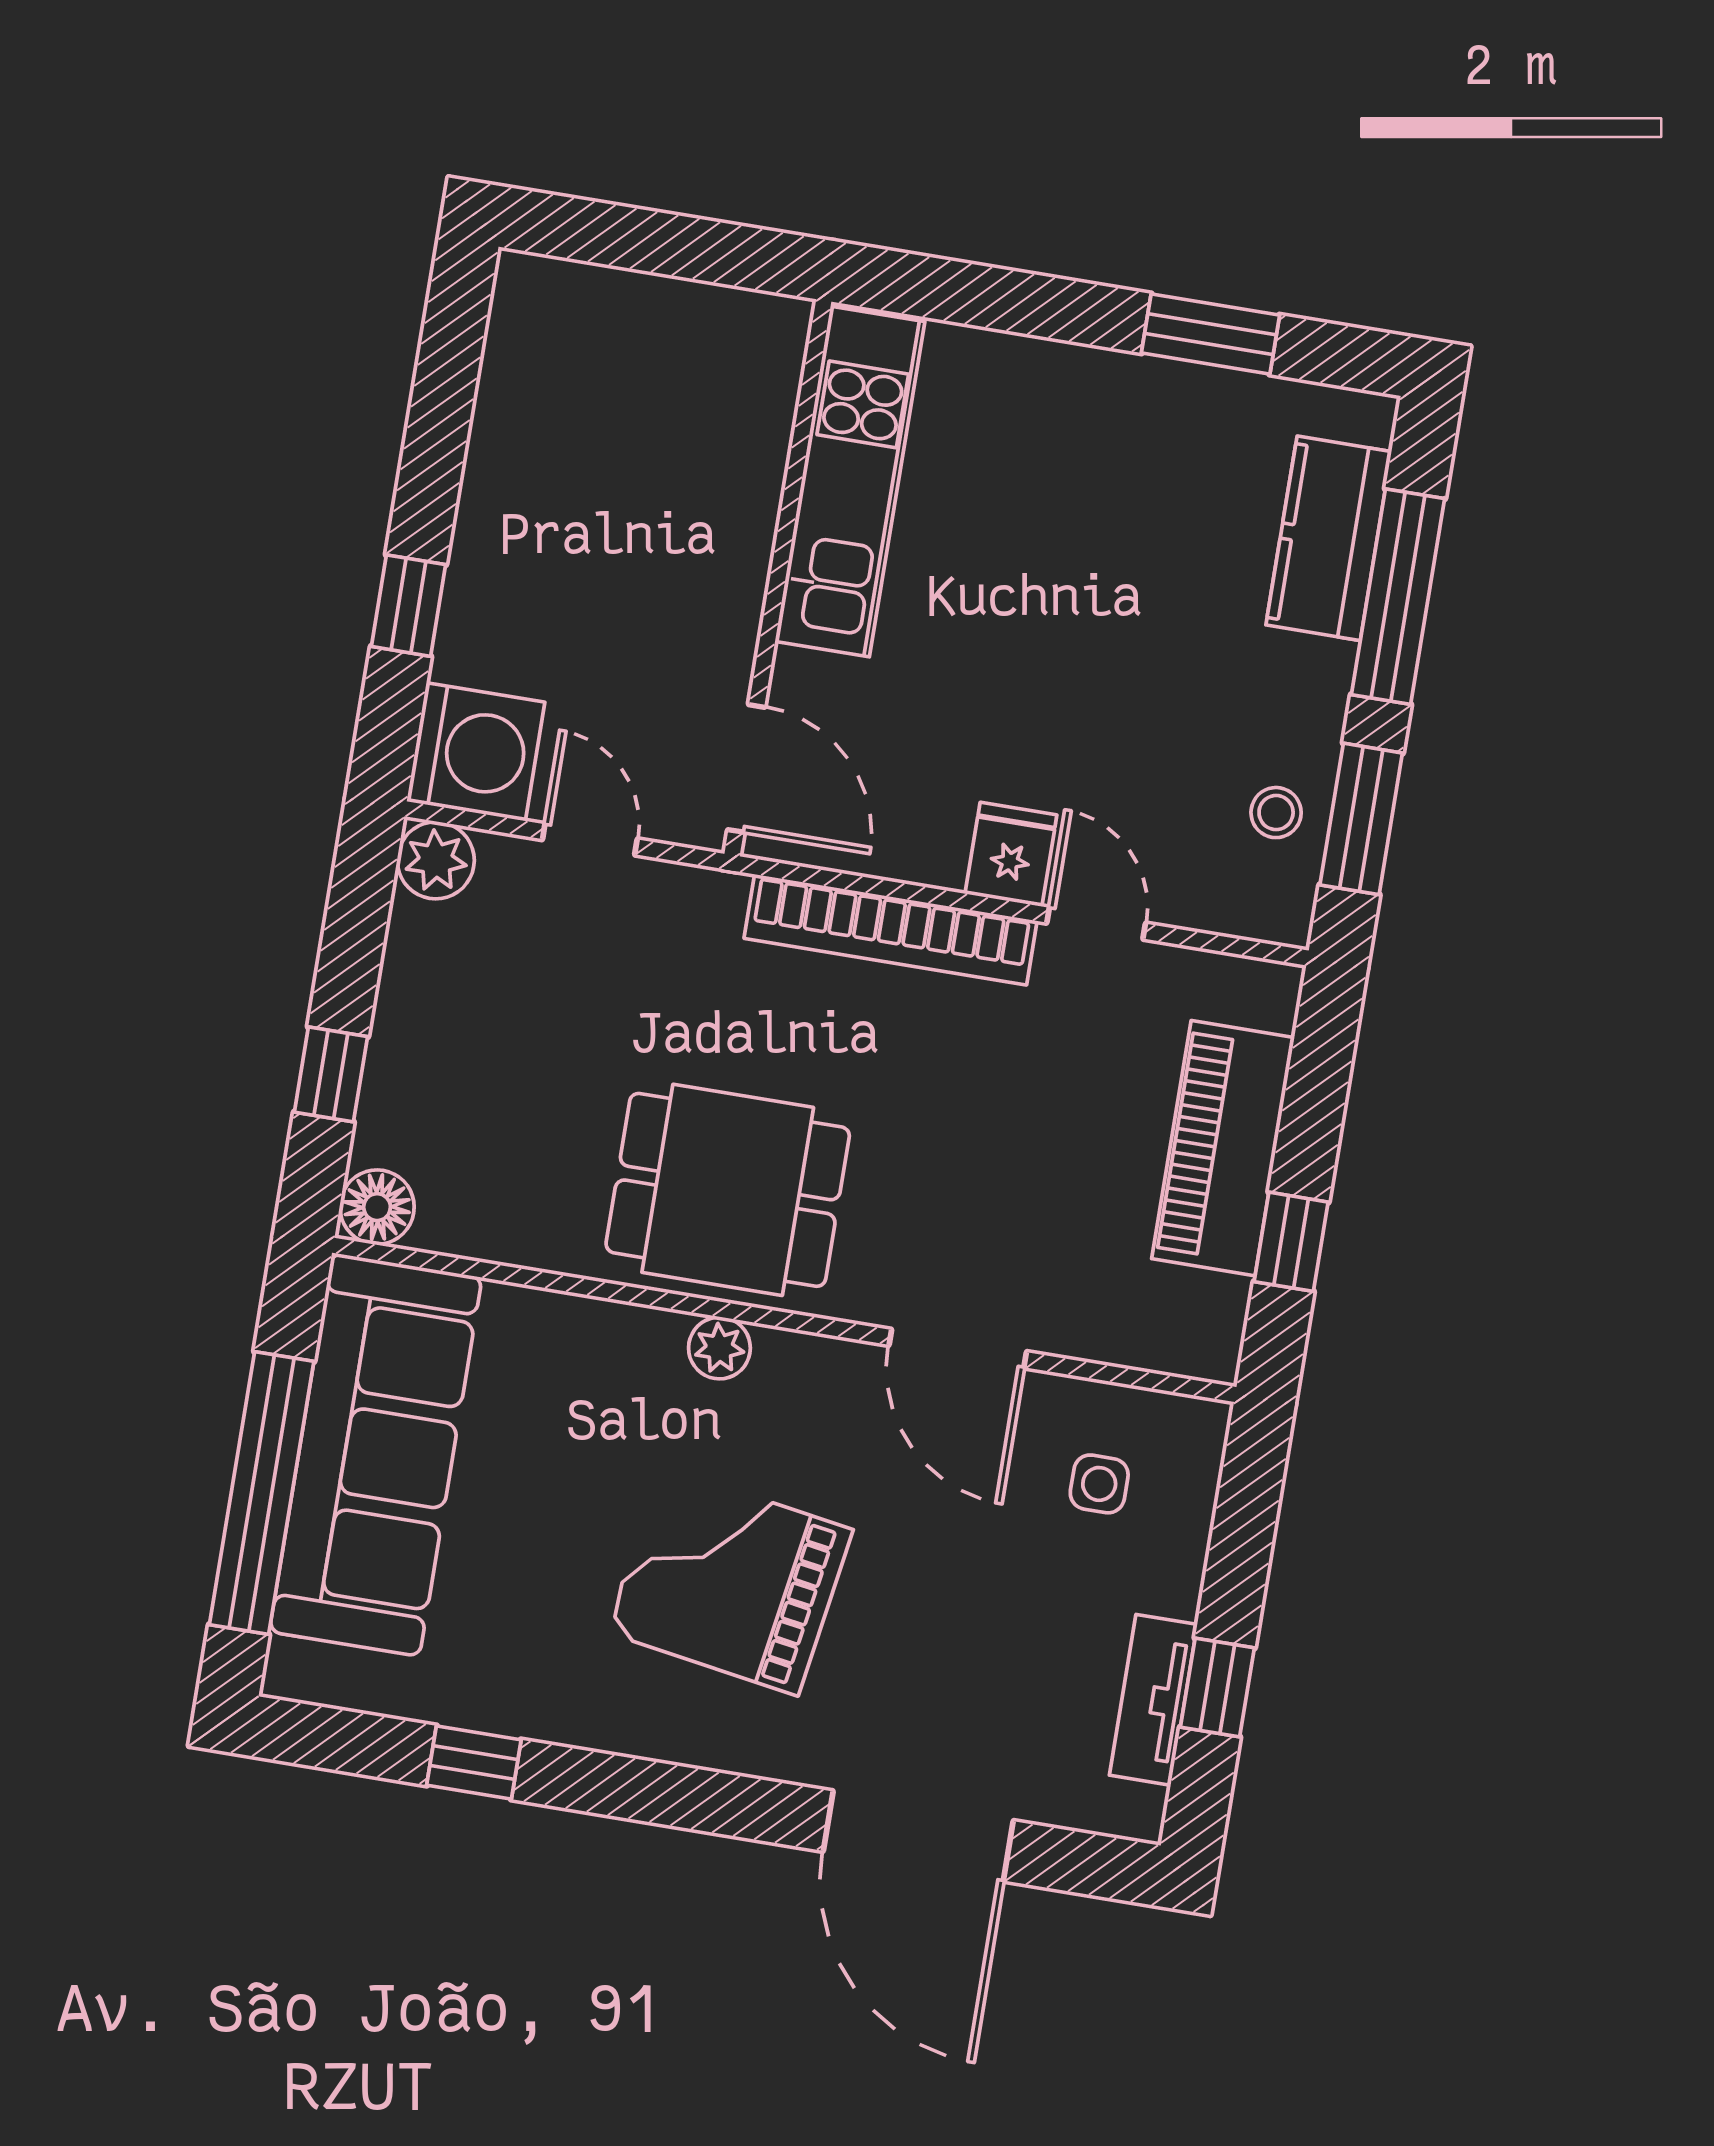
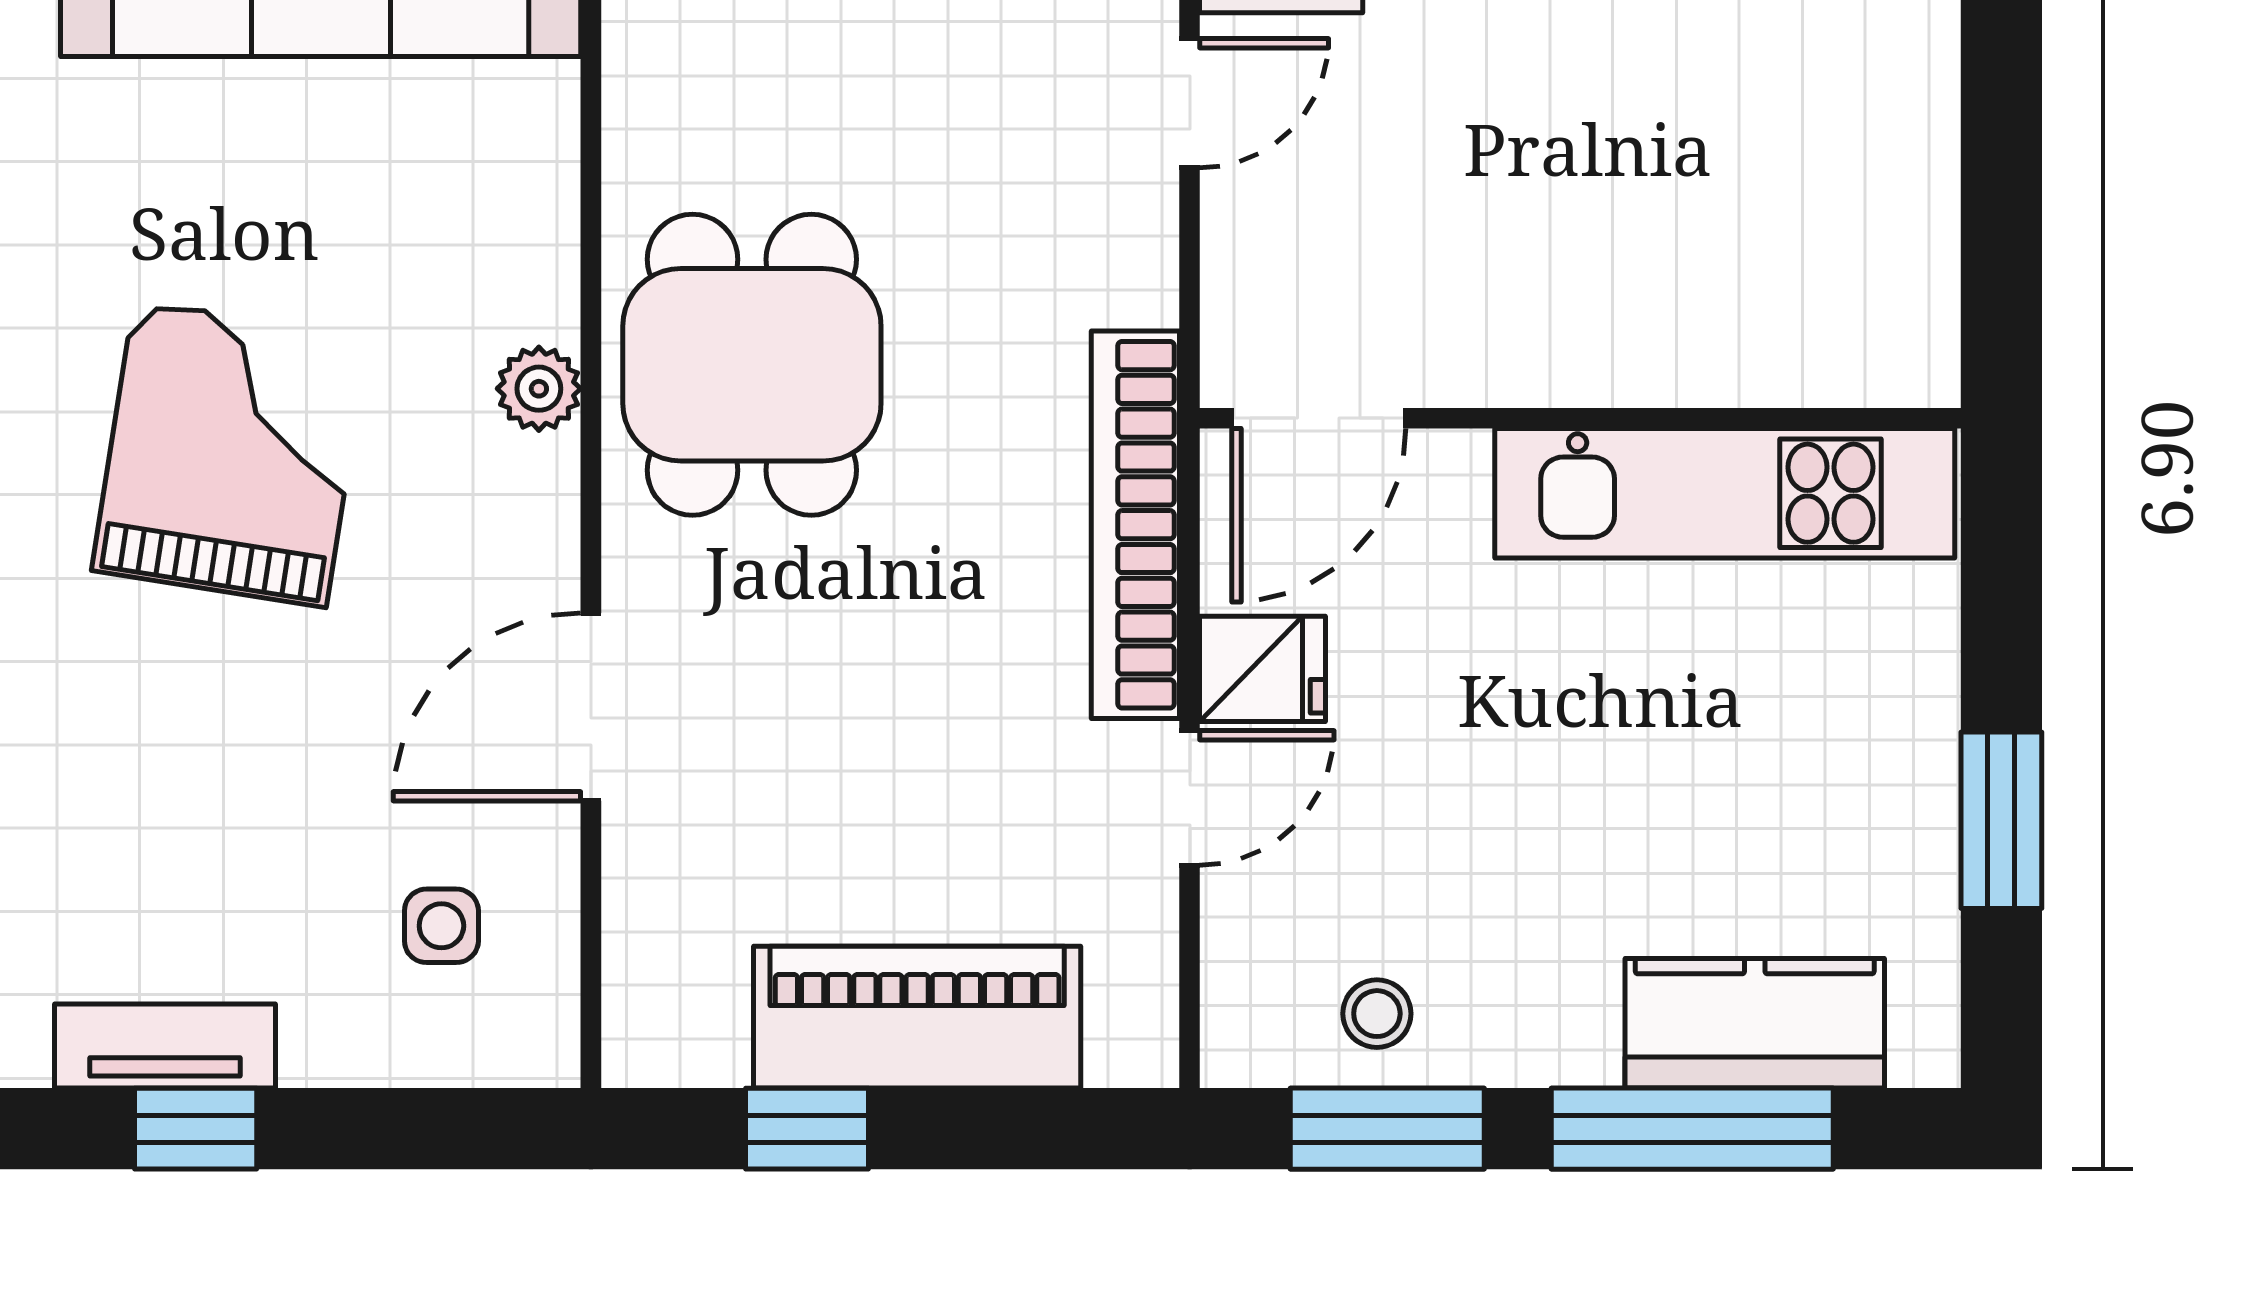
kitchen unit: (850, 482) -> (1725, 493), moved
wall: (778, 578) -> (1580, 418), moved
door: (746, 768) -> (1319, 418), moved

